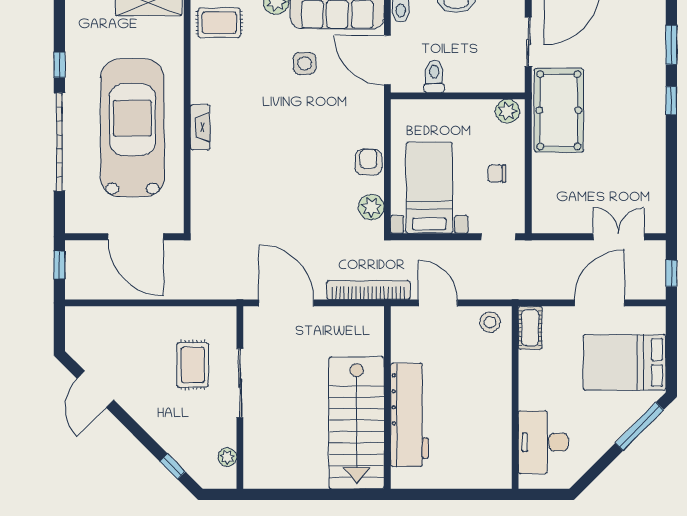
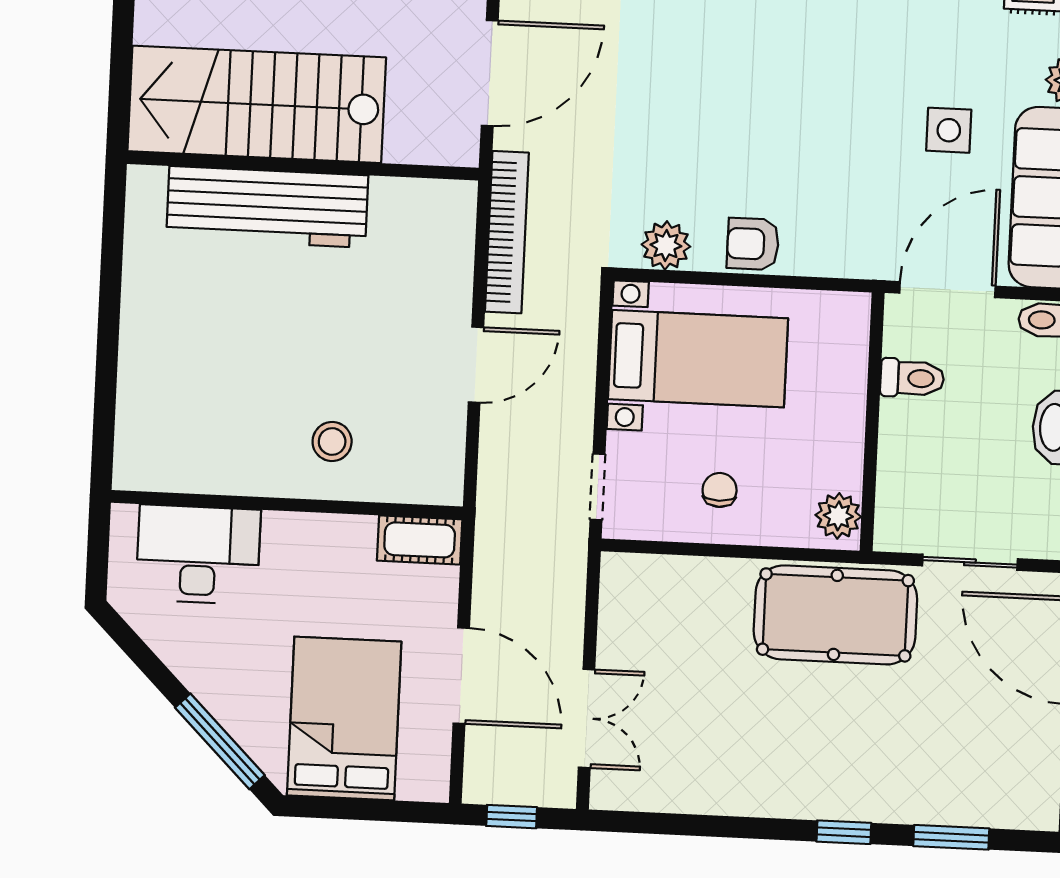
armchair: (368, 162) -> (753, 244), turned 180
stool: (490, 322) -> (332, 441), moved
wall: (387, 397) -> (303, 166), moved
workbench: (410, 415) -> (267, 207), moved
stairs: (357, 423) -> (257, 104), moved

